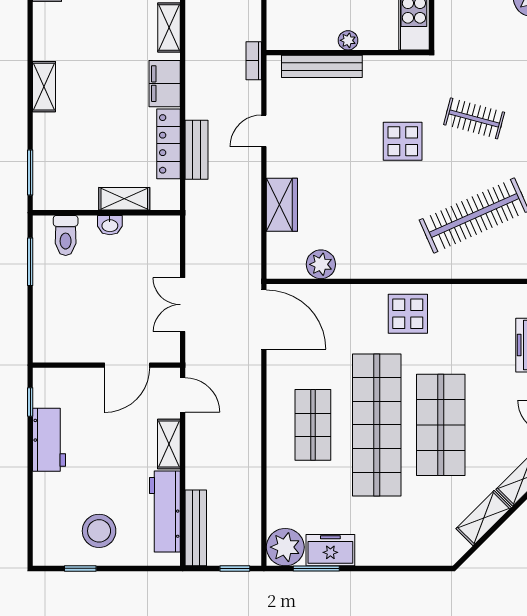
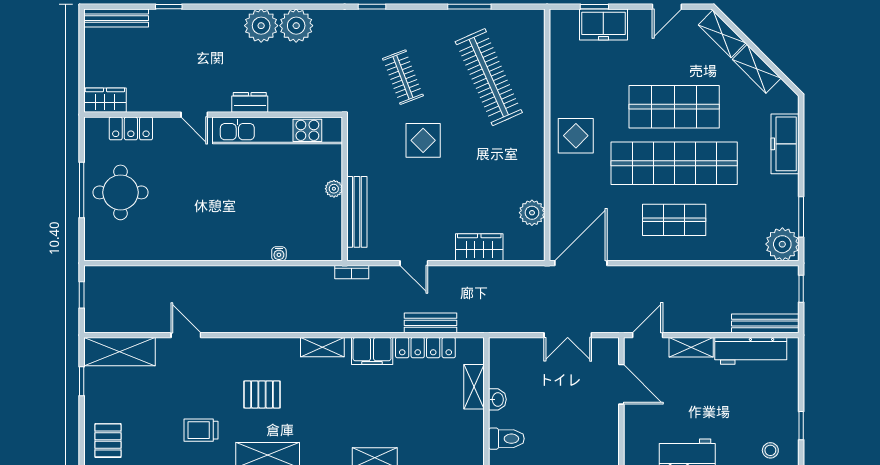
clothes rail: (474, 118) -> (403, 77), turned -36
stool: (99, 531) -> (770, 450), moved, width x0.53, depth x0.53
freezer: (330, 550) -> (785, 144), moved, width x1.40

